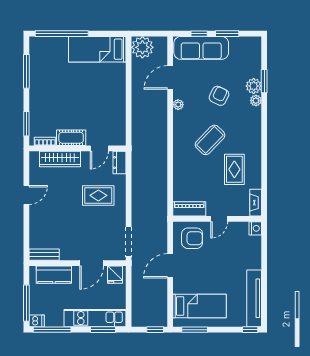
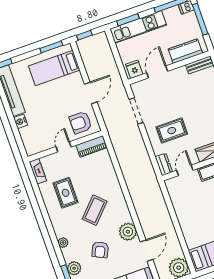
plant: (256, 101) -> (63, 243), moved
plant: (178, 105) -> (128, 232), width x1.88, depth x1.88
nightstand: (255, 228) -> (21, 121), moved
doorway: (129, 242) -> (136, 111), moved

